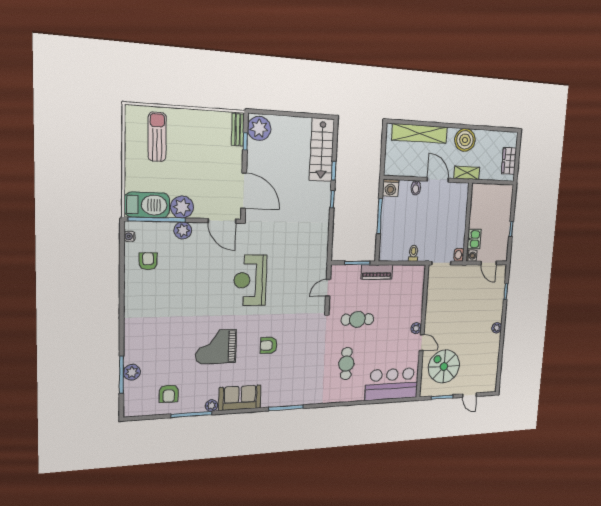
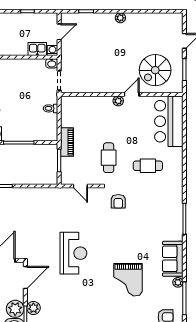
reception desk: (250, 280) -> (73, 253), turned -90
armchair: (269, 345) -> (118, 201), moved

